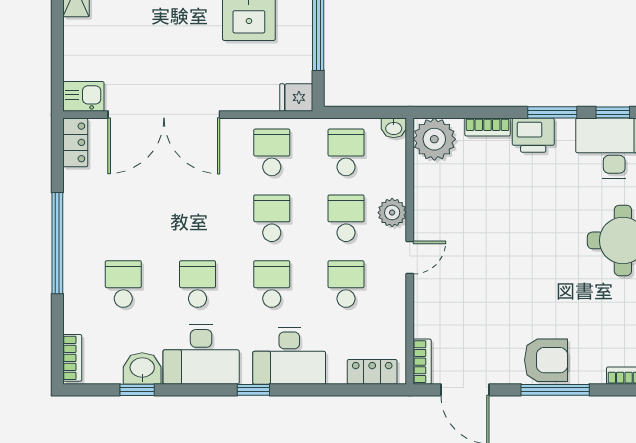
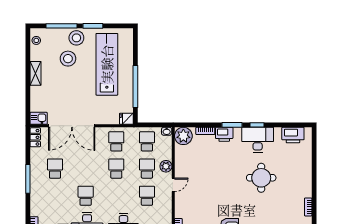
window: (57, 243) -> (28, 179), width x0.68
school desk: (123, 284) -> (55, 169), moved
school desk: (272, 284) -> (116, 196), removed

